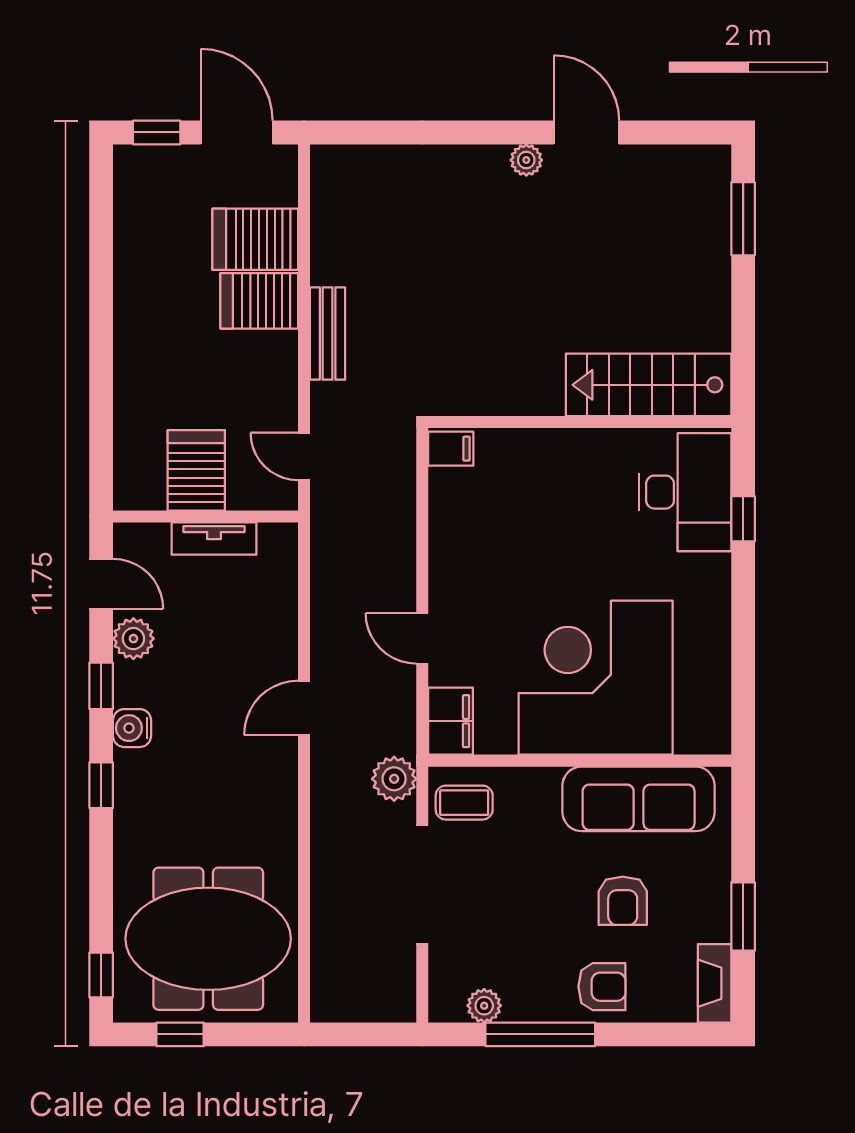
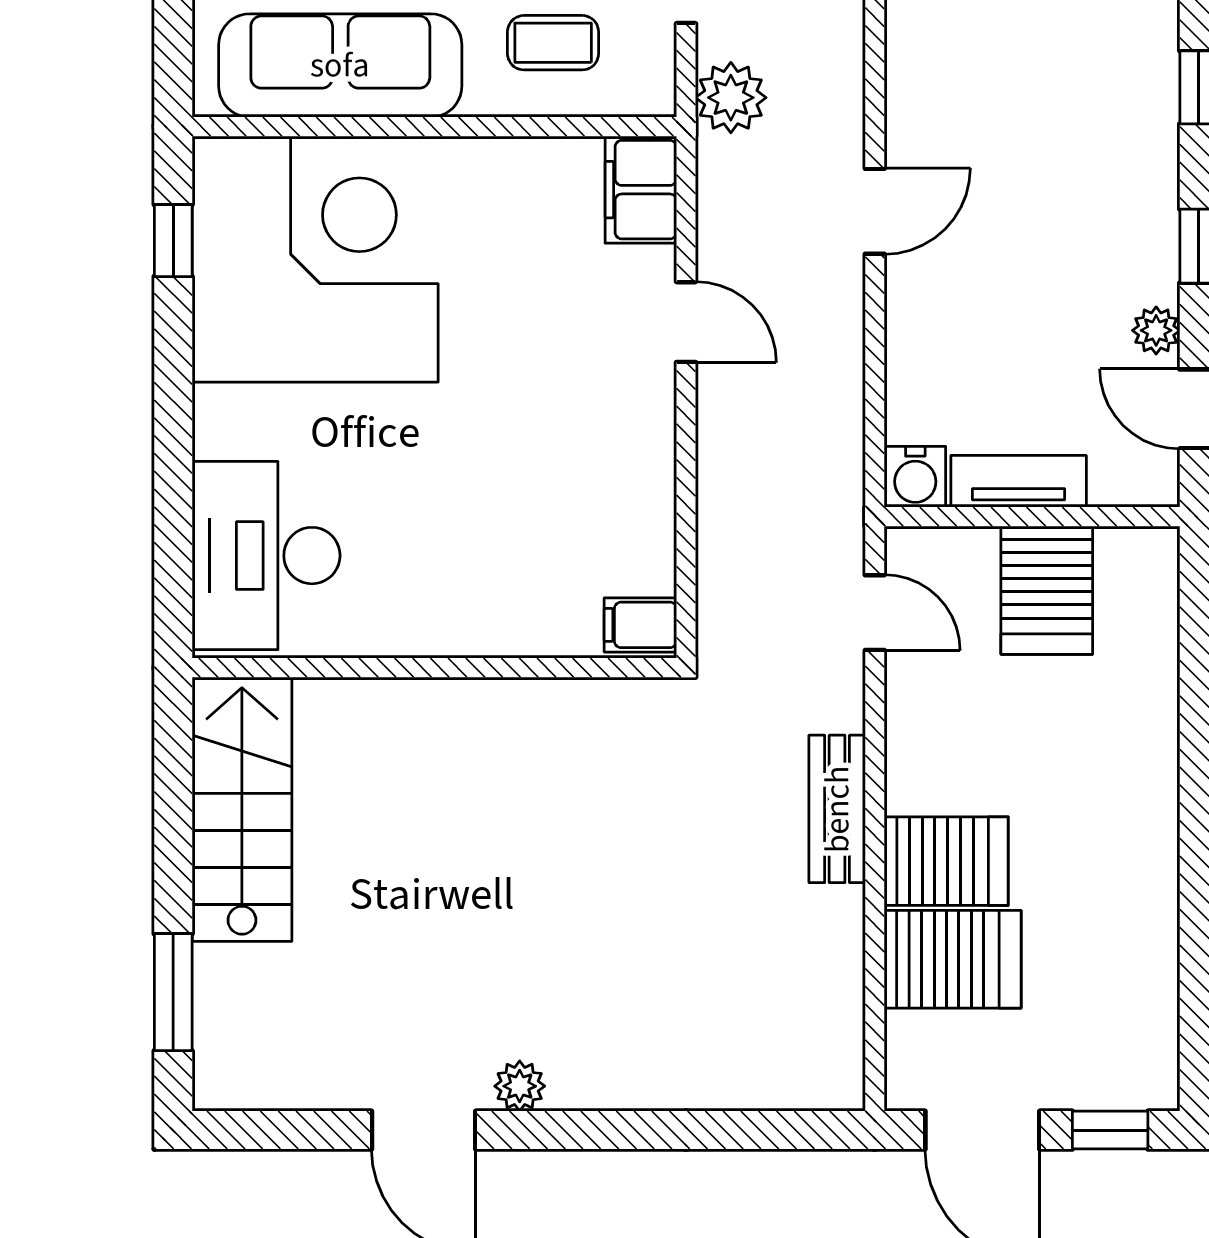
stairs: (649, 385) -> (242, 809), moved, turned -90
window: (743, 519) -> (173, 241), moved
plant: (133, 639) -> (1156, 330), width x0.73, depth x0.73
corner desk: (596, 678) -> (315, 259), moved, turned -90
water cooler: (132, 728) -> (915, 477), moved, turned 90
coffee table: (464, 803) -> (553, 43), moved

